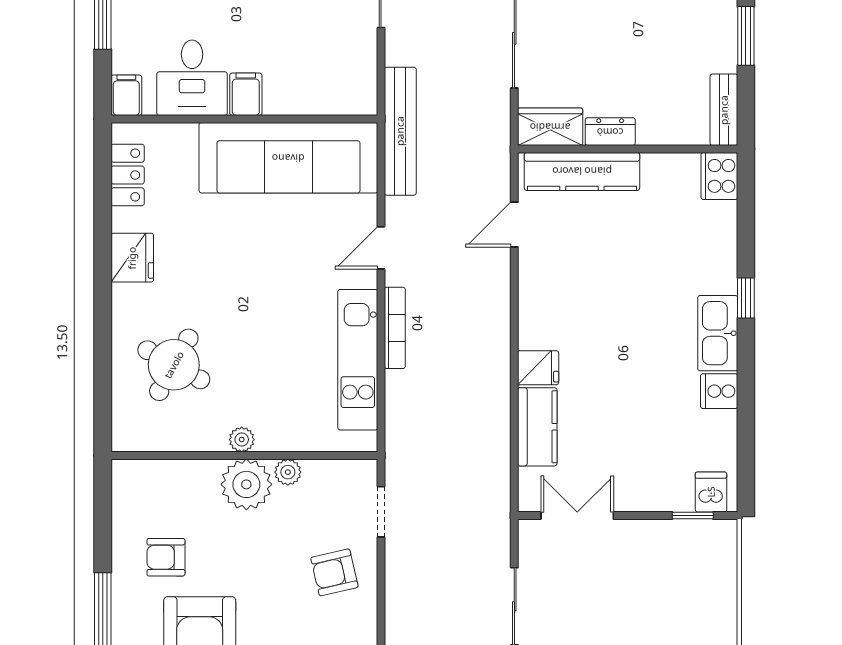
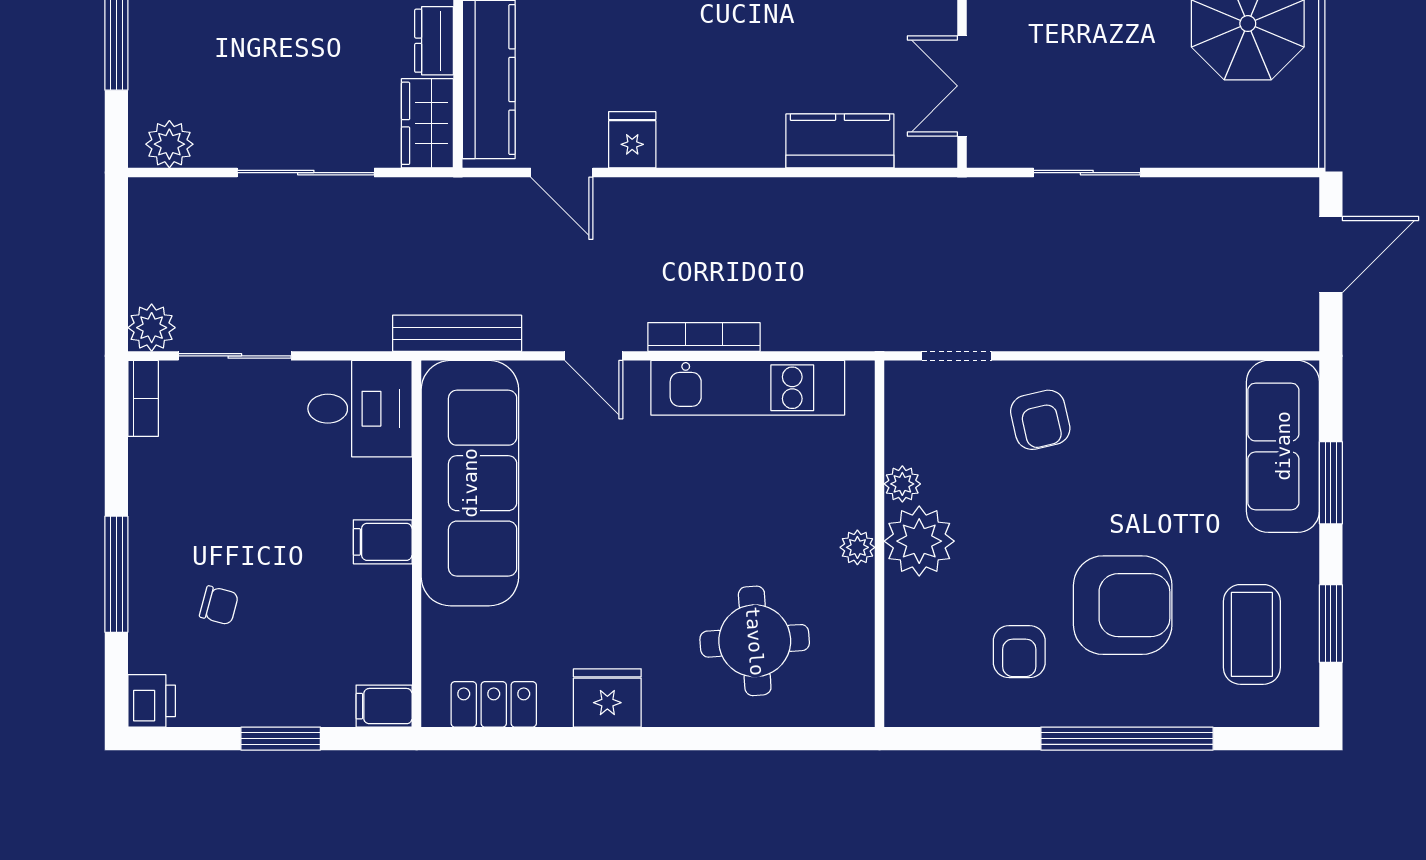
desk: (192, 78) -> (360, 409), moved
bench: (400, 131) -> (457, 333), width x0.73, depth x0.82
round table: (174, 365) -> (755, 641), turned -33
fridge: (538, 368) -> (632, 140), moved

